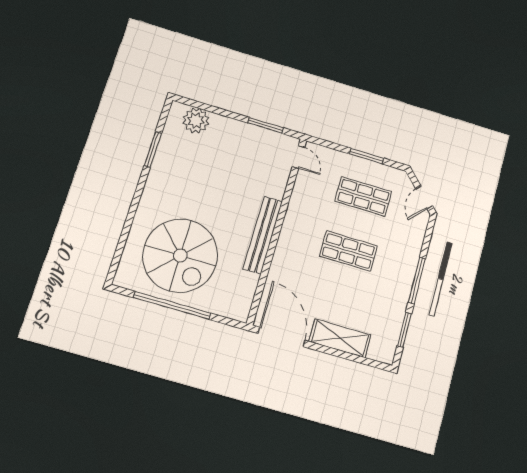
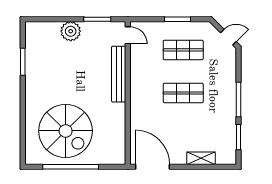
plant: (196, 121) -> (71, 31), moved
door: (424, 197) -> (228, 37), swing flipped
bench: (263, 235) -> (119, 74), moved
shelving: (340, 338) -> (201, 158), width x0.67, depth x0.75

